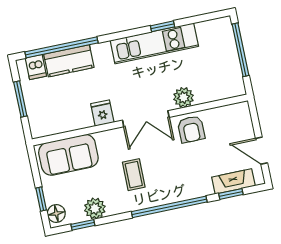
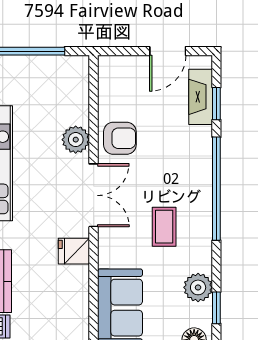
coffee table: (134, 175) -> (164, 227), turned 90

